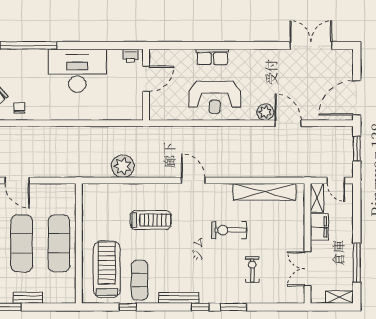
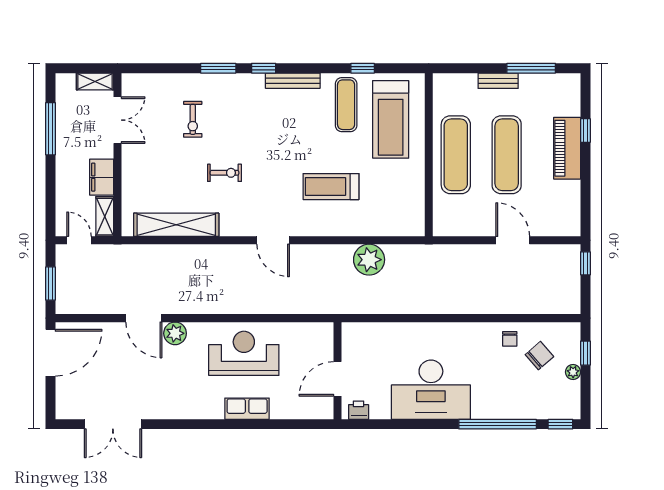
exercise bike: (229, 230) -> (224, 173), width x0.73, depth x0.72
shelving: (339, 297) -> (95, 81), moved

